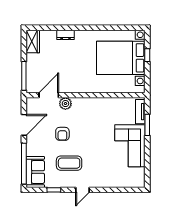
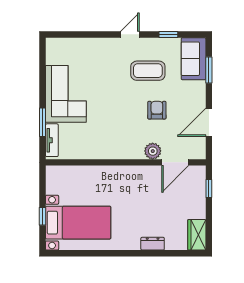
bed with nightstands: (121, 58) -> (78, 223), width x0.73
window: (24, 76) -> (209, 189), width x0.46
window: (24, 164) -> (209, 70), width x0.47

